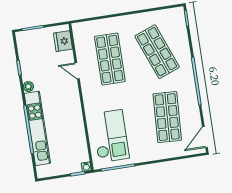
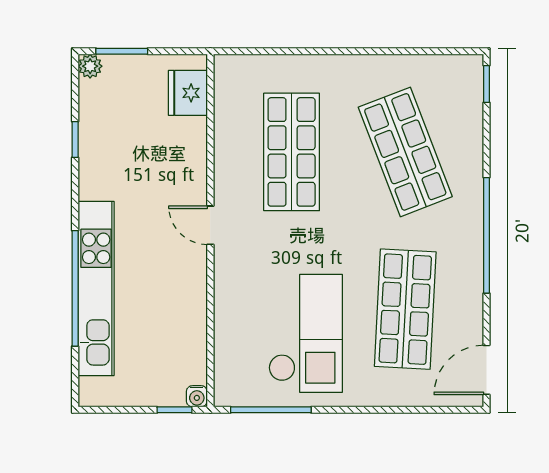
door: (77, 71) -> (210, 225), moved
plant: (28, 87) -> (90, 66), moved
checkout: (110, 136) -> (306, 333), moved

